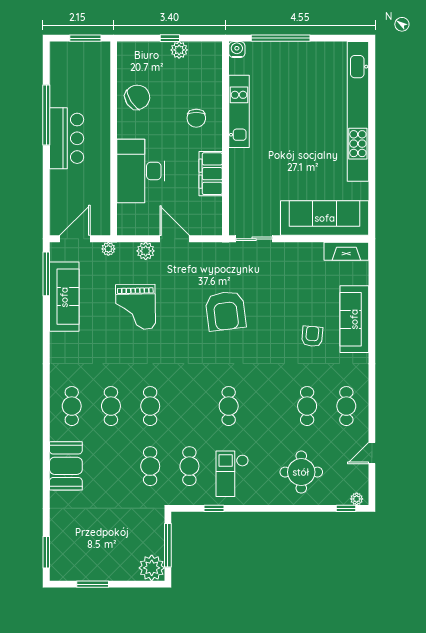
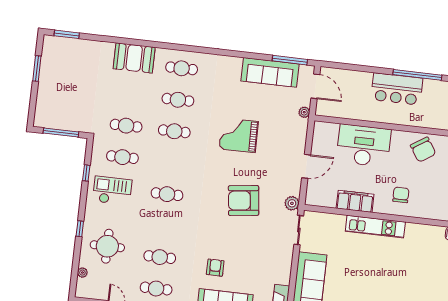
kitchen unit: (239, 111) -> (375, 227), moved
chair: (196, 118) -> (401, 195), turned 90
plant: (146, 251) -> (292, 203), moved
grand piano: (136, 307) -> (239, 135), moved
armchair: (312, 336) -> (215, 268), turned -95
plant: (357, 499) -> (82, 273), moved
window: (346, 508) -> (80, 229), moved
plant: (152, 568) -> (44, 117), removed

